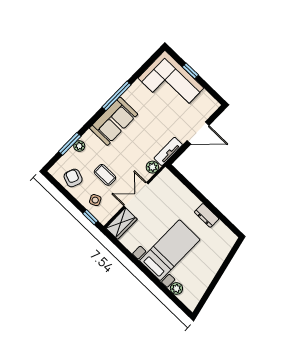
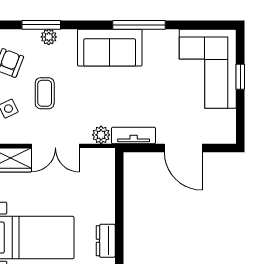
double door: (136, 195) -> (55, 146), swing flipped

